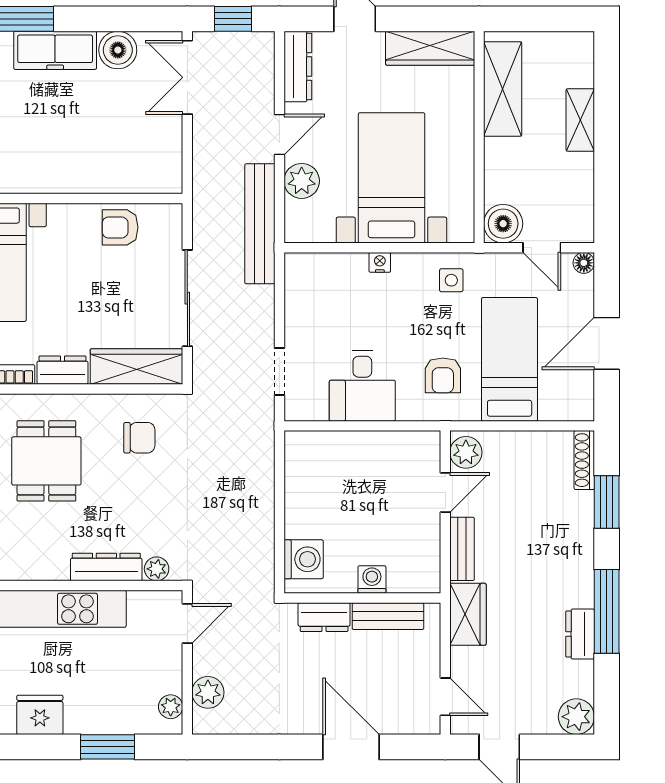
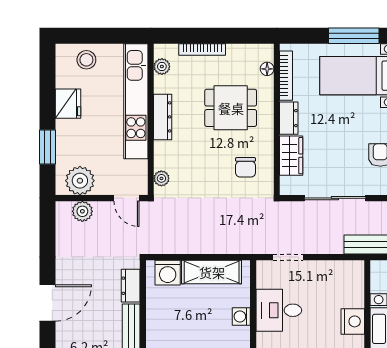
nightstand: (380, 262) -> (353, 321), width x1.89, depth x1.79
wardrobe: (136, 367) -> (291, 156), width x0.67
shelving: (303, 491) -> (212, 272), added
dresser: (106, 567) -> (163, 117), moved
washing machine: (372, 579) -> (241, 316), moved, turned 180
plant: (171, 707) -> (80, 181), width x1.88, depth x1.88

